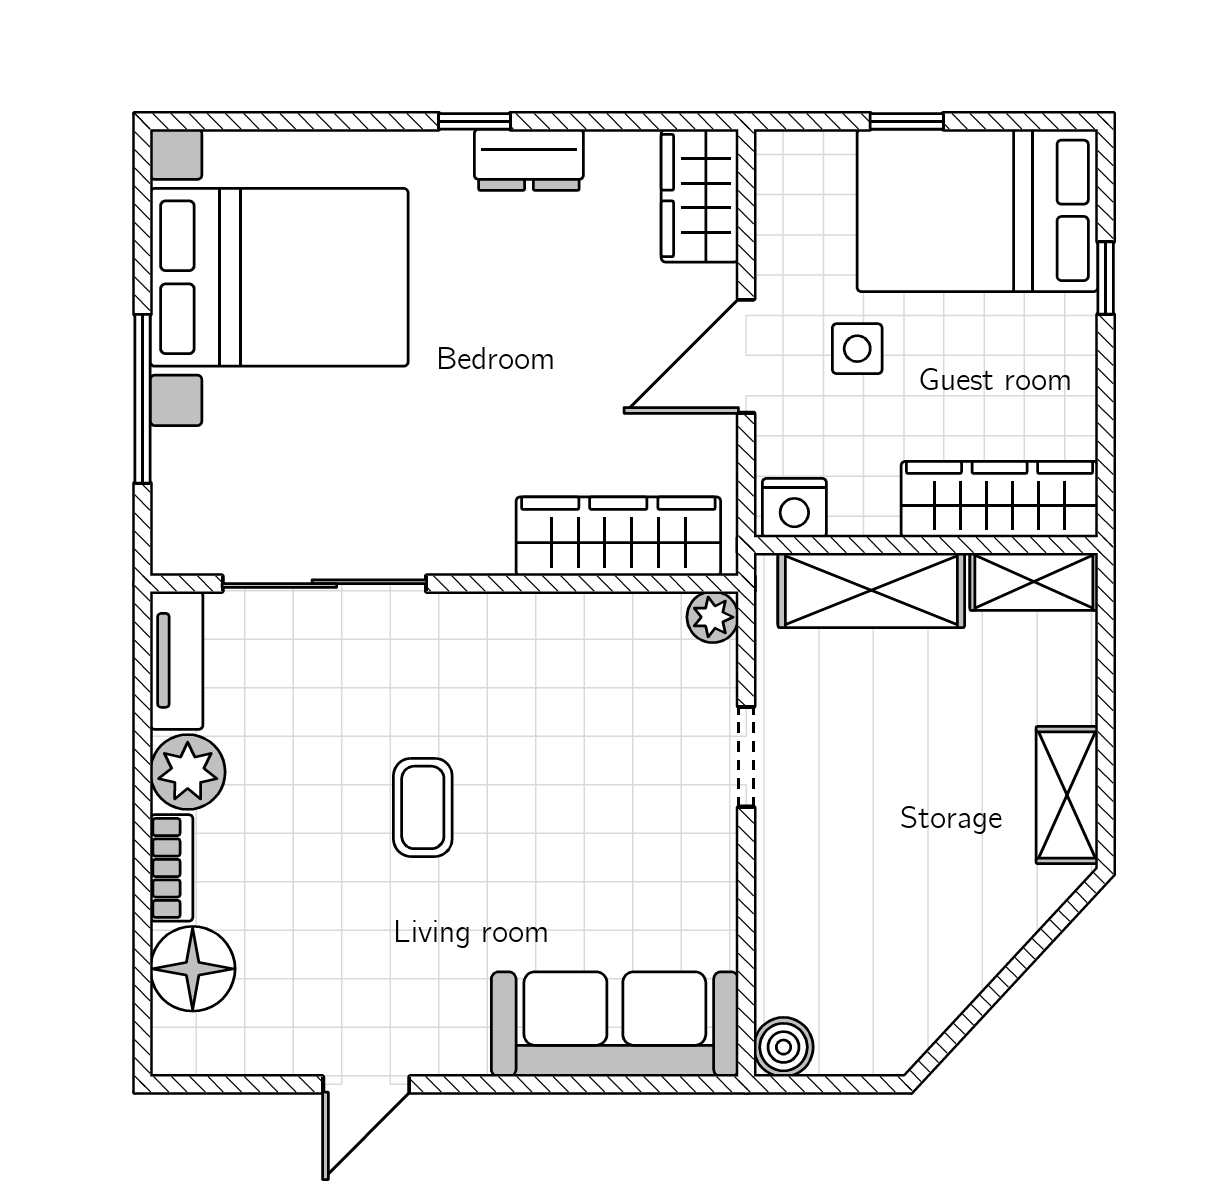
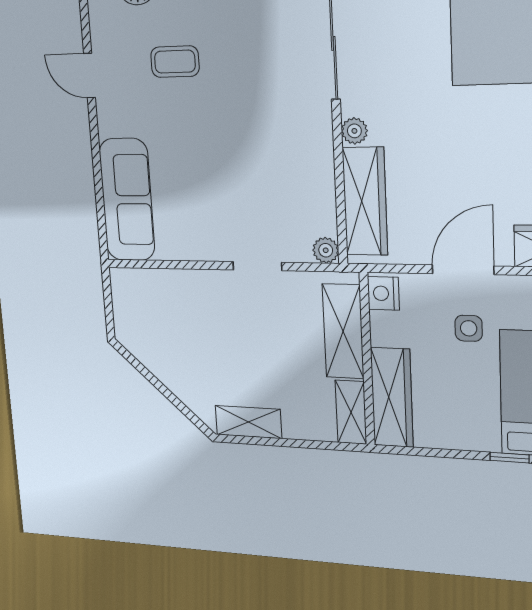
door: (746, 356) -> (463, 270), hinge flipped
plant: (486, 551) -> (354, 131), added
coffee table: (423, 807) -> (175, 62), moved
boiler: (783, 1047) -> (123, 282), removed

